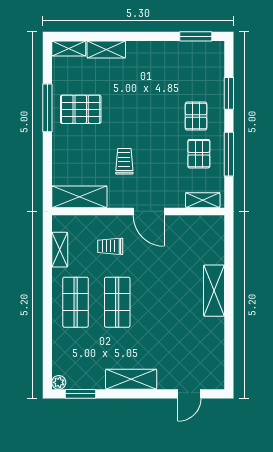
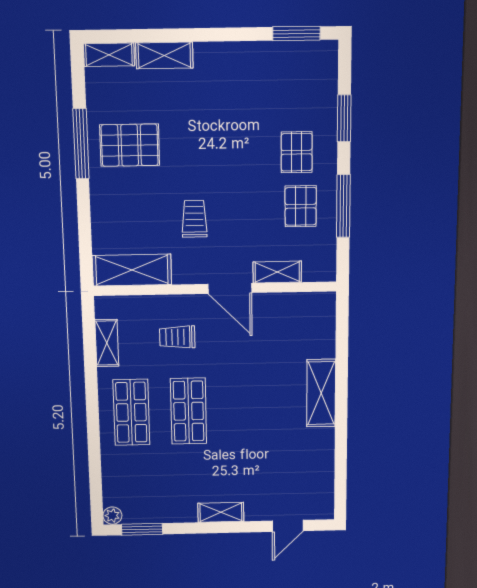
shelving: (203, 200) -> (277, 272), moved
shelving: (131, 379) -> (221, 512), width x0.67, depth x0.75

